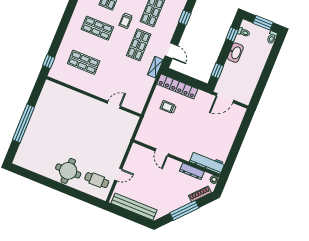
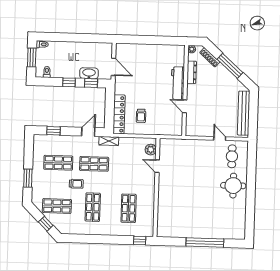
window: (232, 34) -> (69, 82), moved
washbasin: (235, 53) -> (89, 73), moved
plant: (132, 104) -> (151, 150), added
door: (162, 152) -> (185, 106), swing flipped
workbench: (207, 162) -> (178, 83), moved

